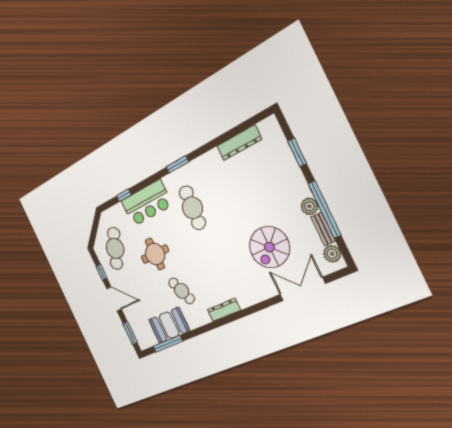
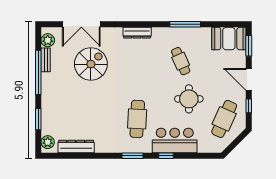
window: (124, 195) -> (166, 156), moved
plant: (309, 206) -> (48, 142), moved
dresser: (224, 310) -> (137, 33), moved
booth: (169, 325) -> (229, 39), moved
window: (168, 344) -> (185, 24), moved

